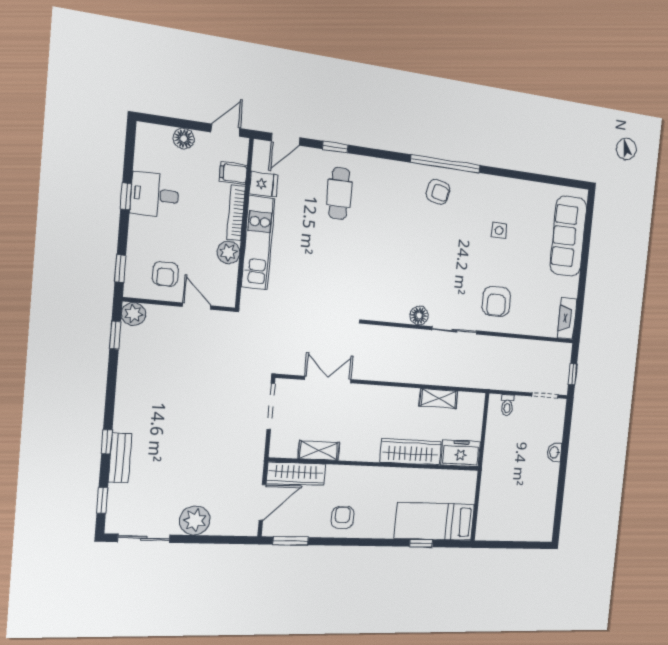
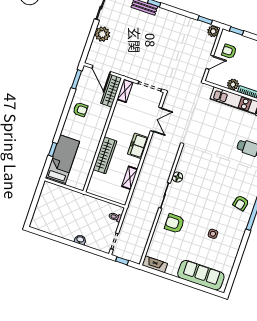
shelving: (319, 451) -> (125, 91), moved
freezer: (461, 453) -> (138, 146), moved, turned 180

